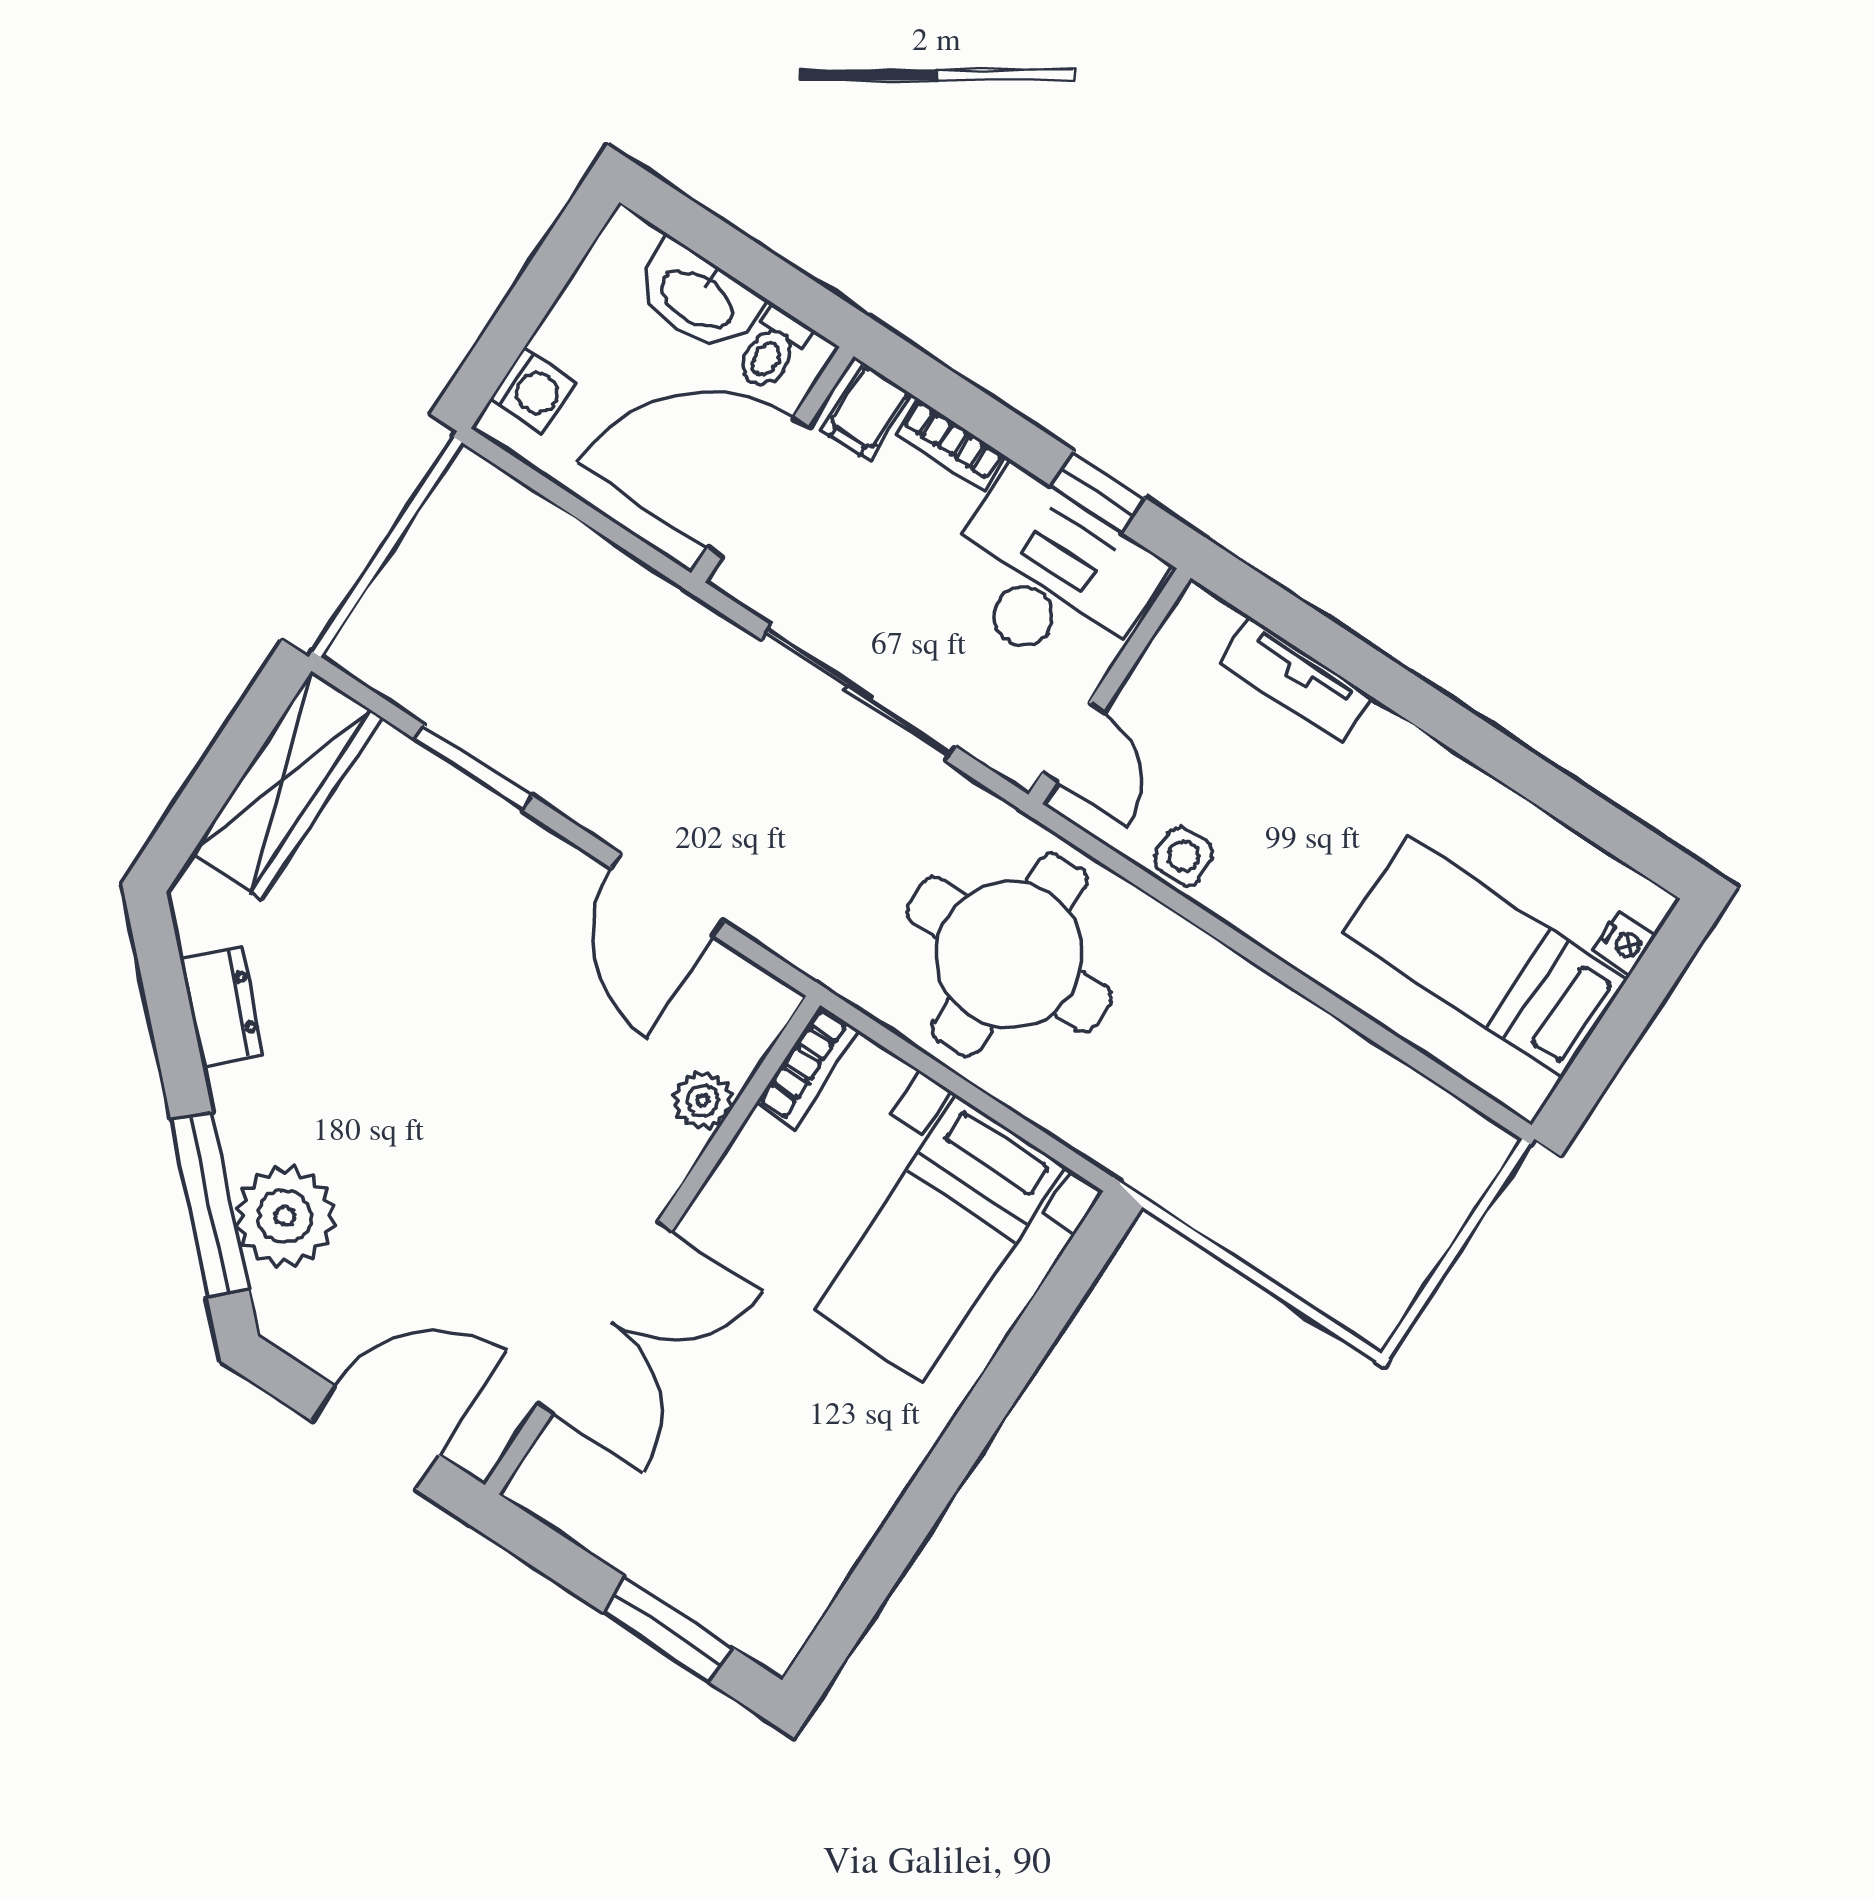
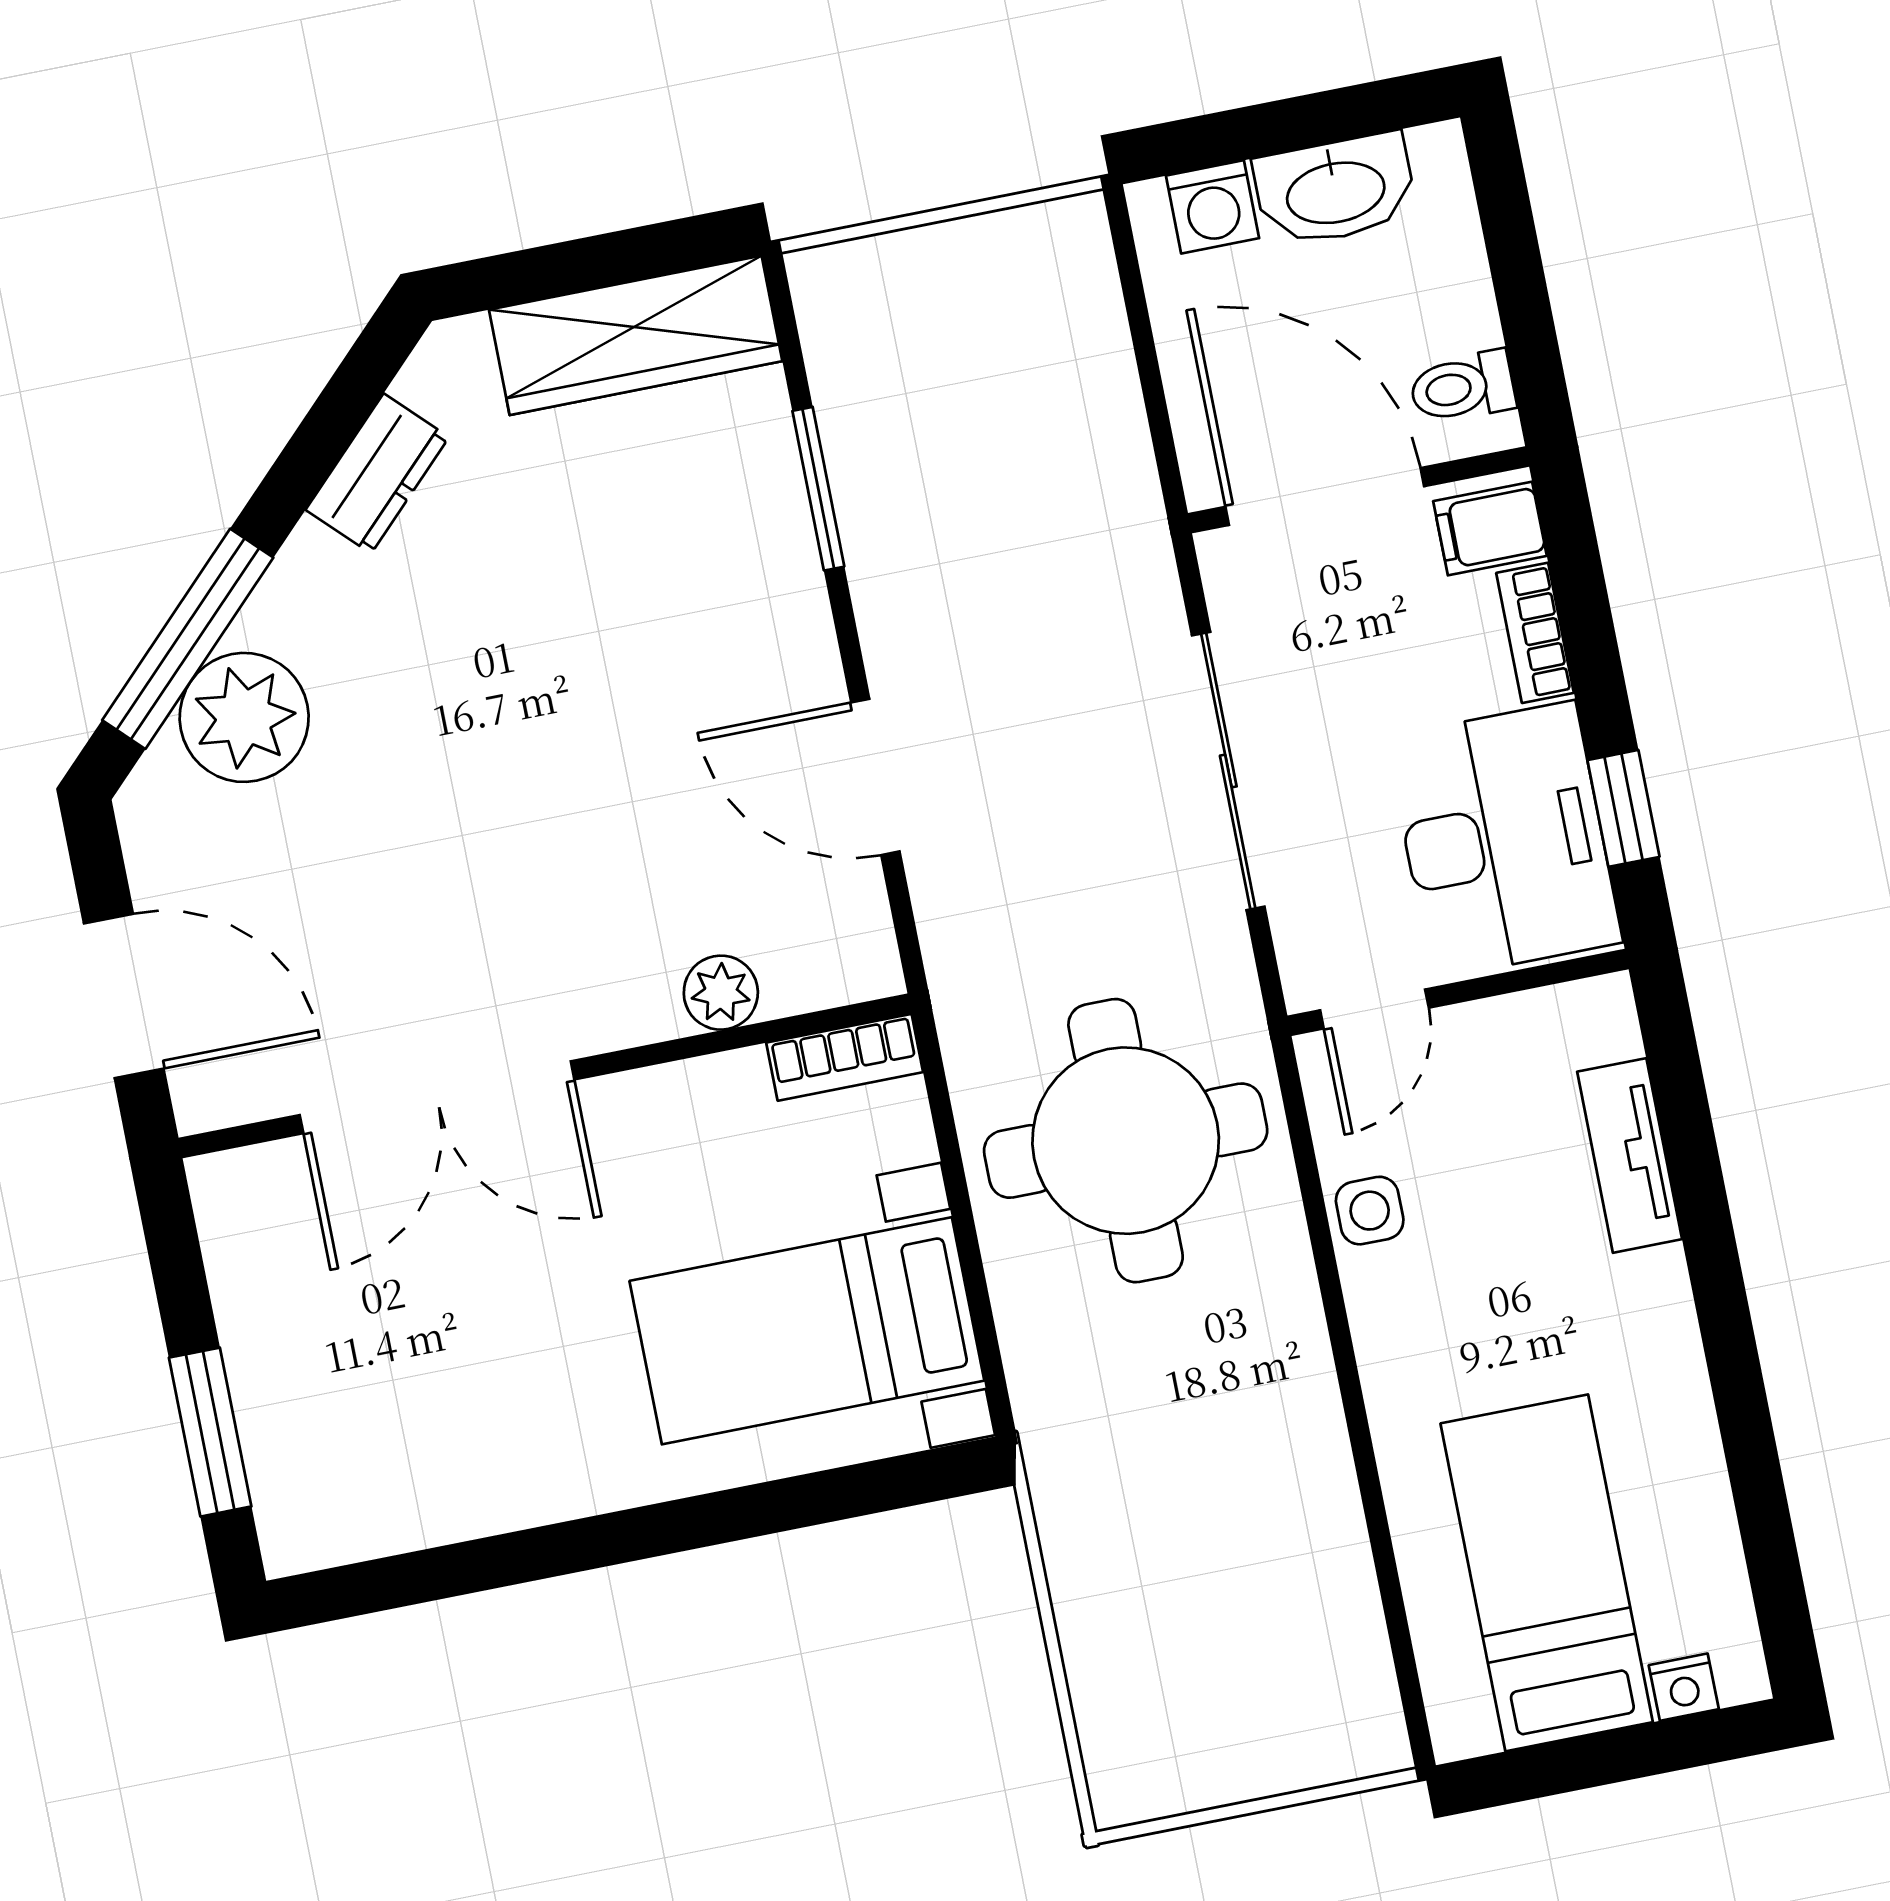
washbasin: (698, 298) -> (1335, 190), moved, turned -90
door: (667, 895) -> (875, 777), hinge flipped

